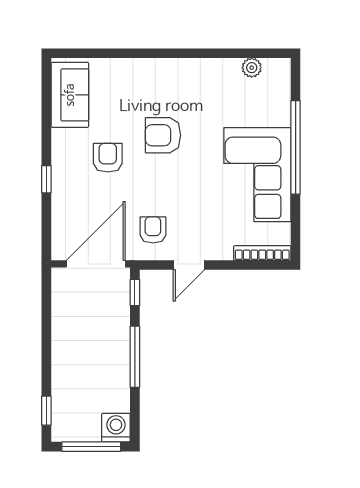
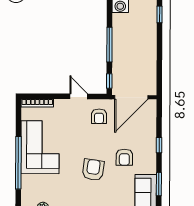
window: (46, 110) -> (159, 184), added
armchair: (163, 135) -> (93, 170), turned -82
door: (189, 265) -> (79, 96), hinge flipped

